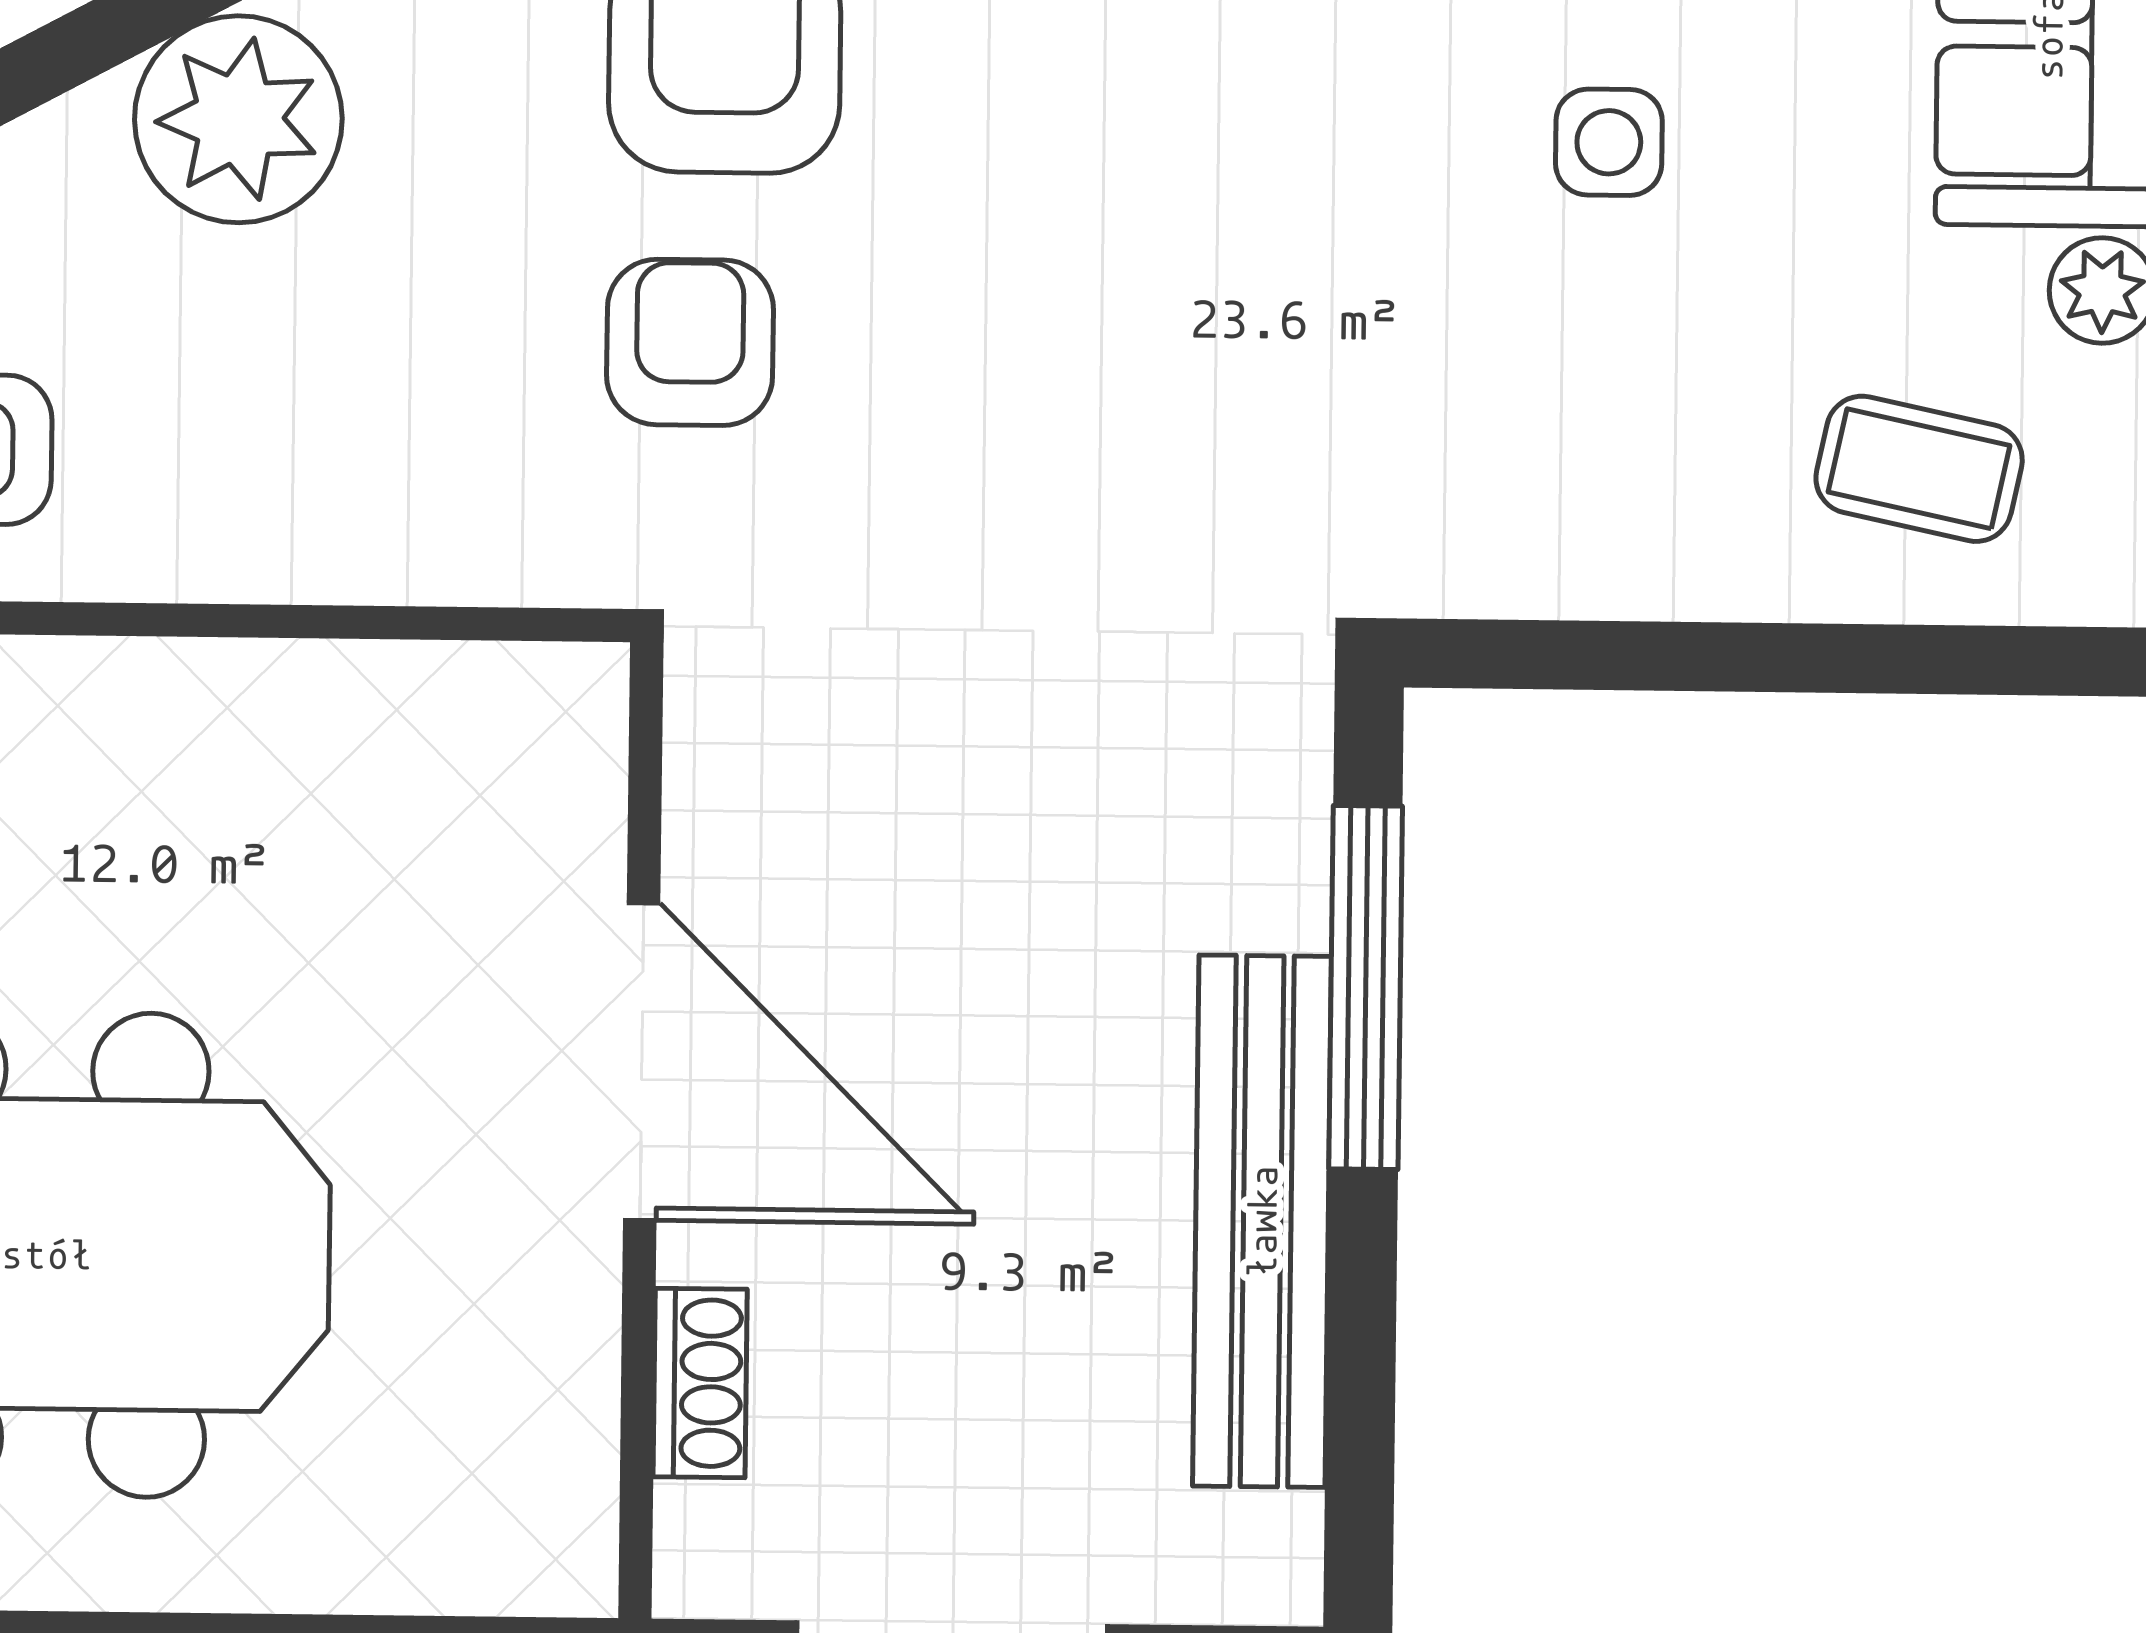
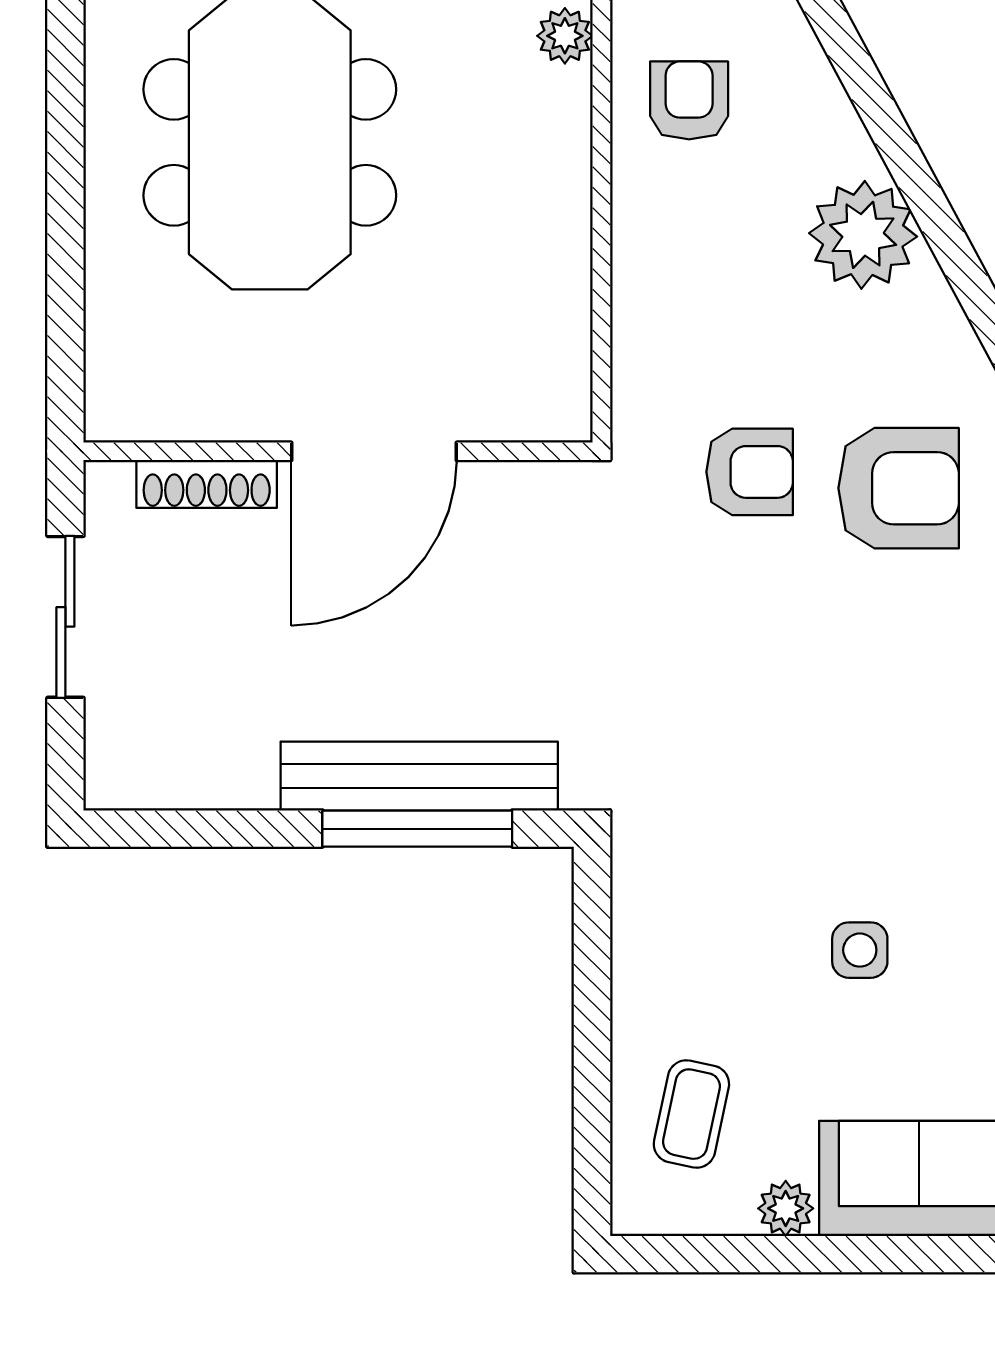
bench: (1262, 1221) -> (419, 776), moved
shoe rack: (700, 1383) -> (207, 484), width x1.43

